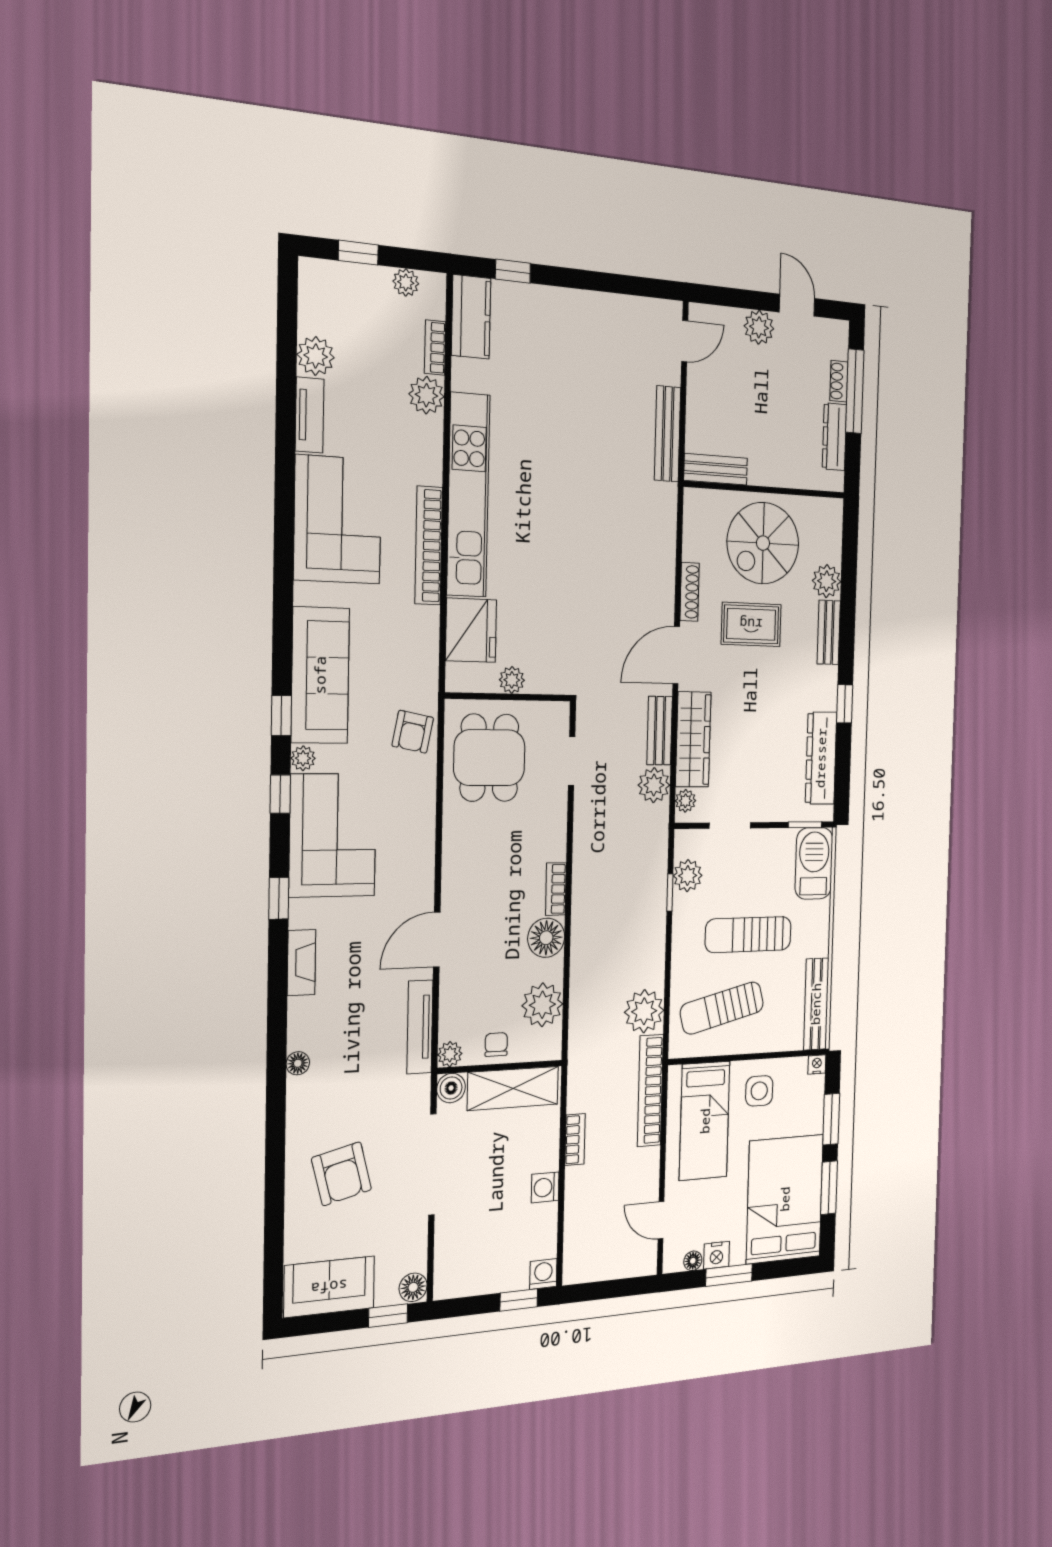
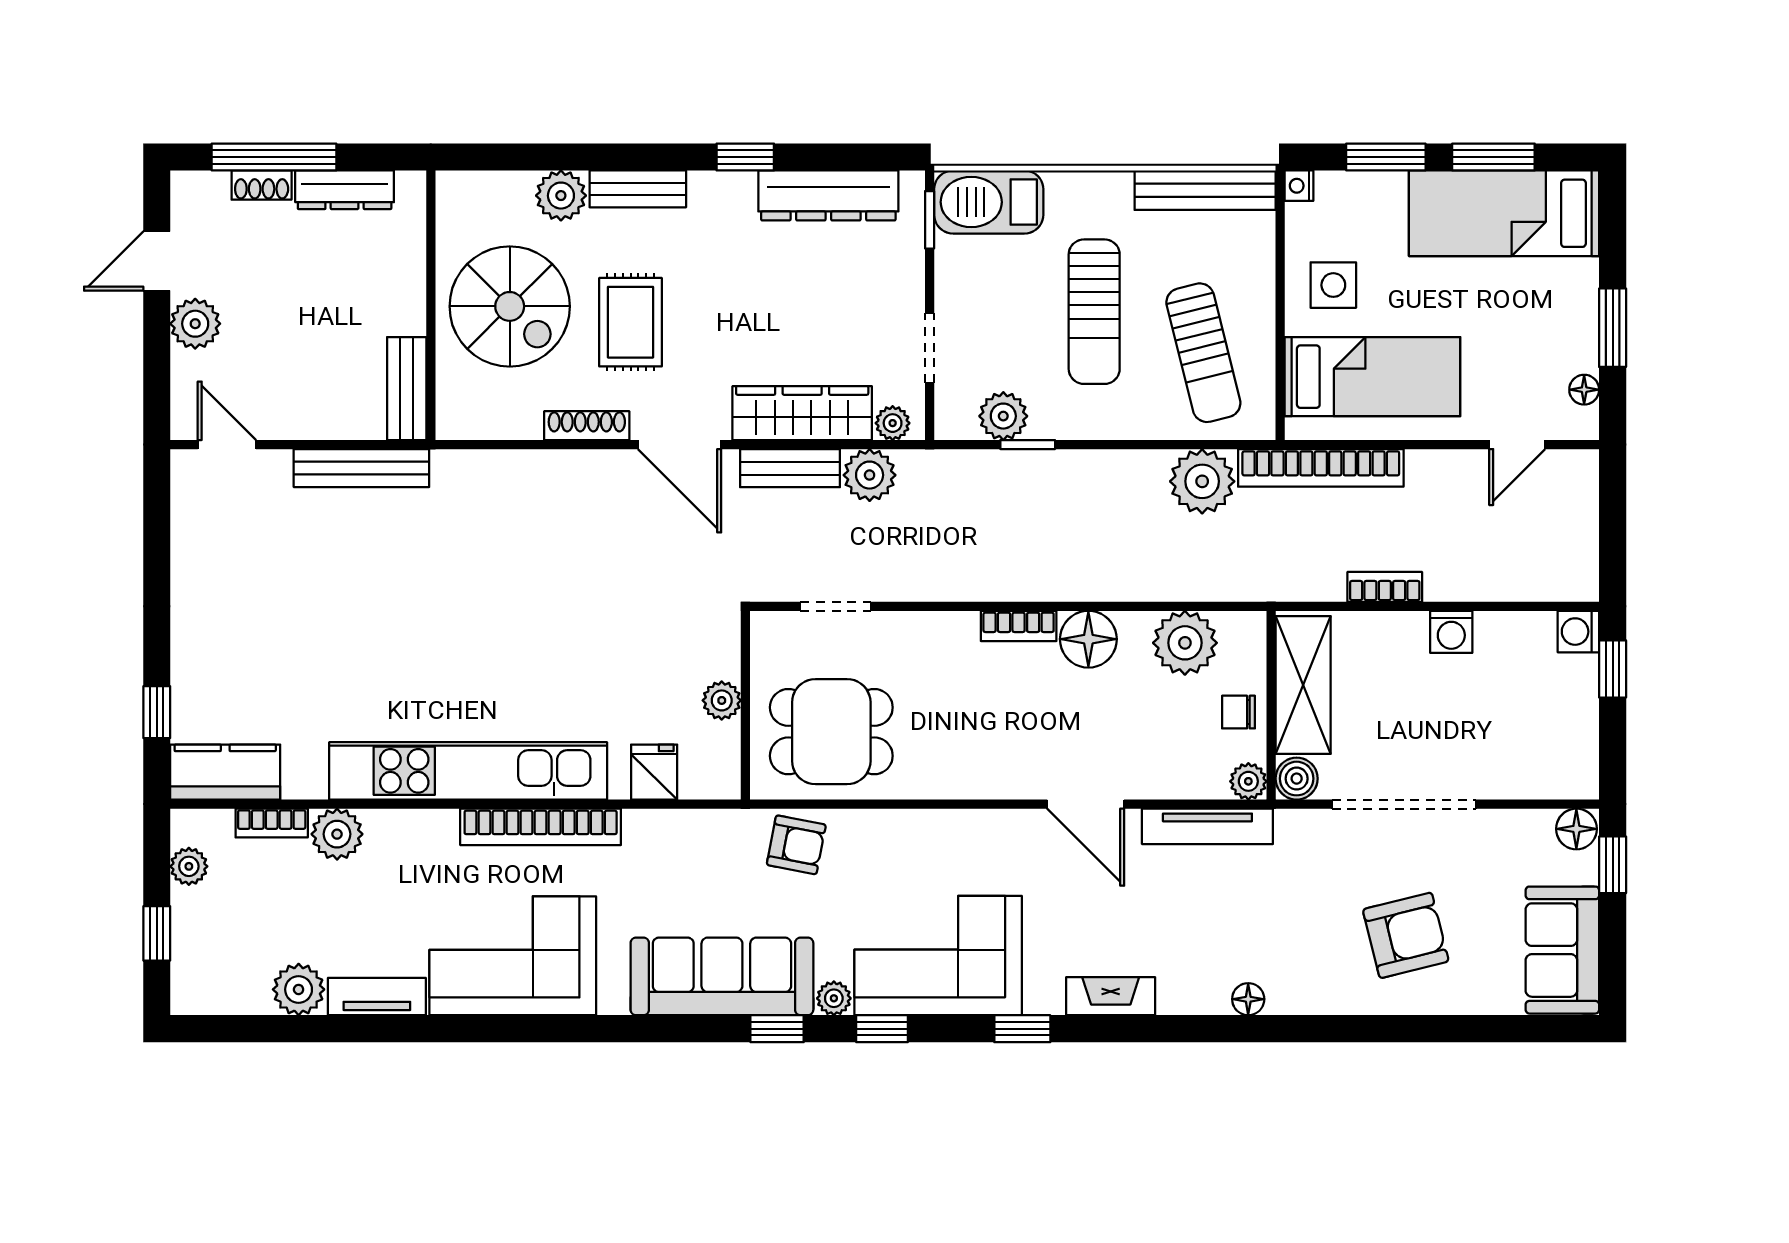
fridge: (471, 630) -> (654, 772), width x0.53, depth x0.75
bed: (785, 1199) -> (1504, 213), width x0.67
nightstand: (716, 1255) -> (1580, 350), removed

